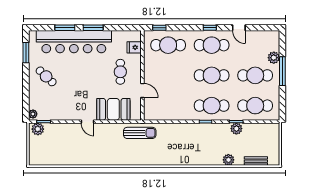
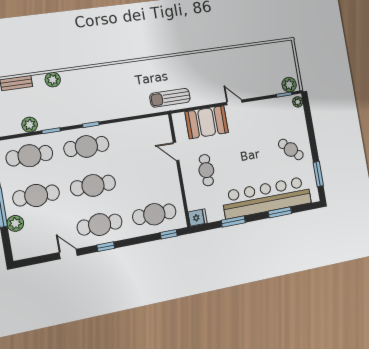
window: (93, 28) -> (233, 222), moved
fridge: (134, 47) -> (198, 218), moved
plant: (236, 129) -> (30, 125), moved

